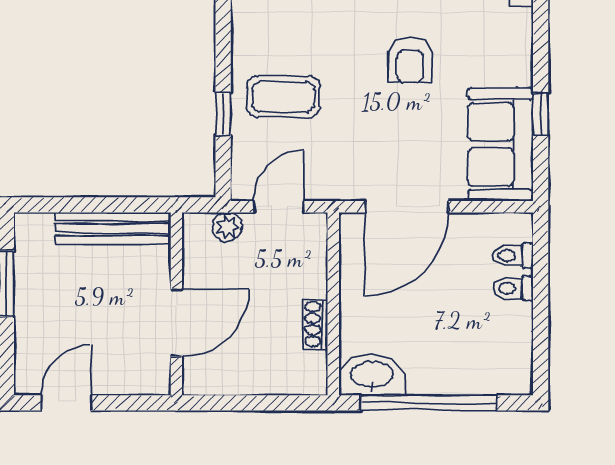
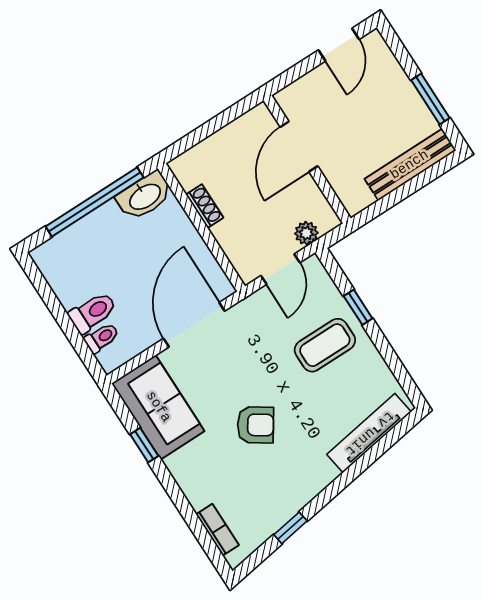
armchair: (410, 60) -> (256, 425), turned 124
bench: (113, 228) -> (410, 165), moved
toilet: (513, 288) -> (93, 312), width x1.37, depth x1.39

